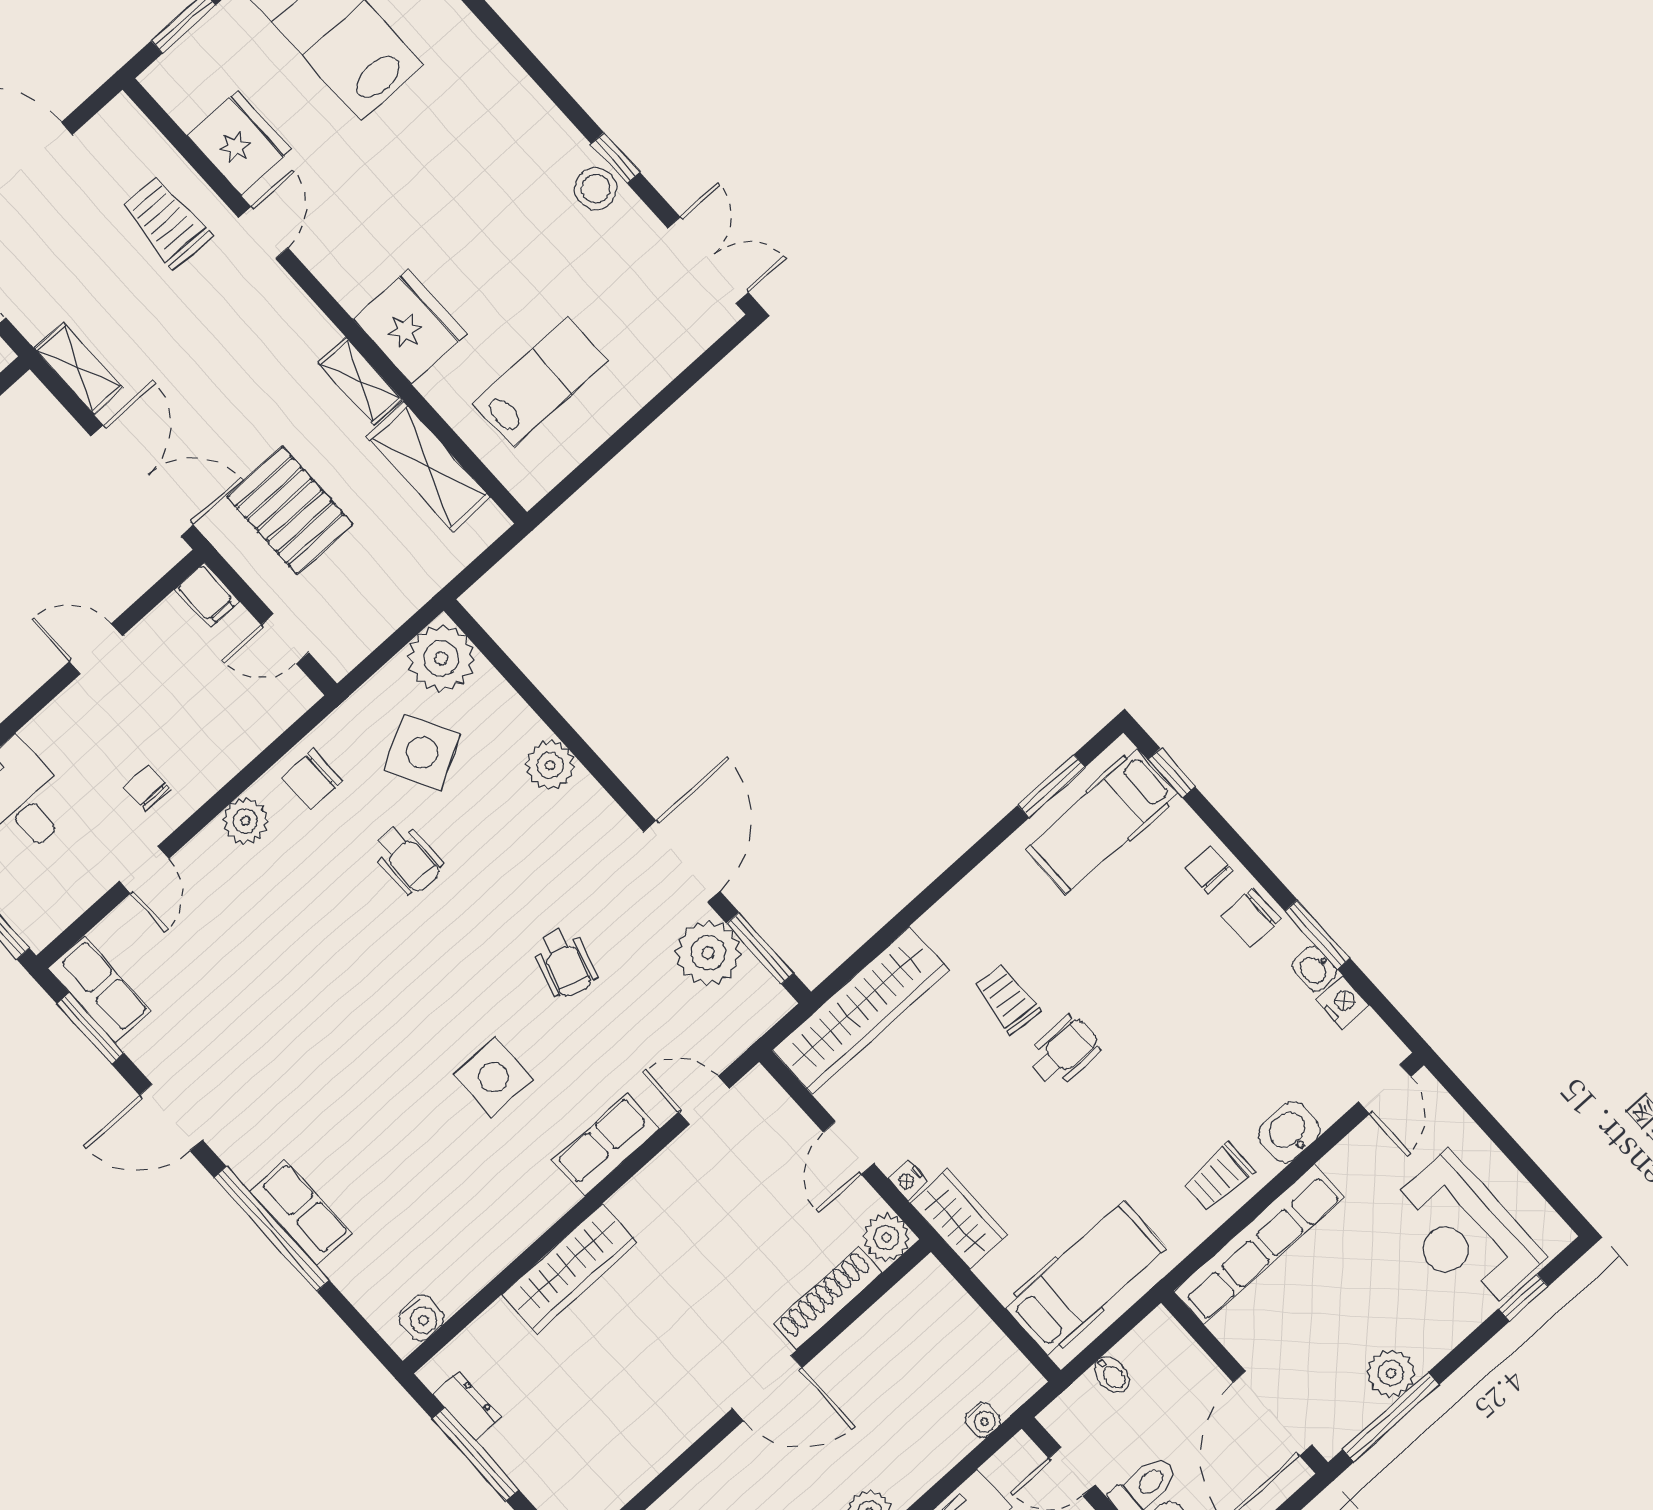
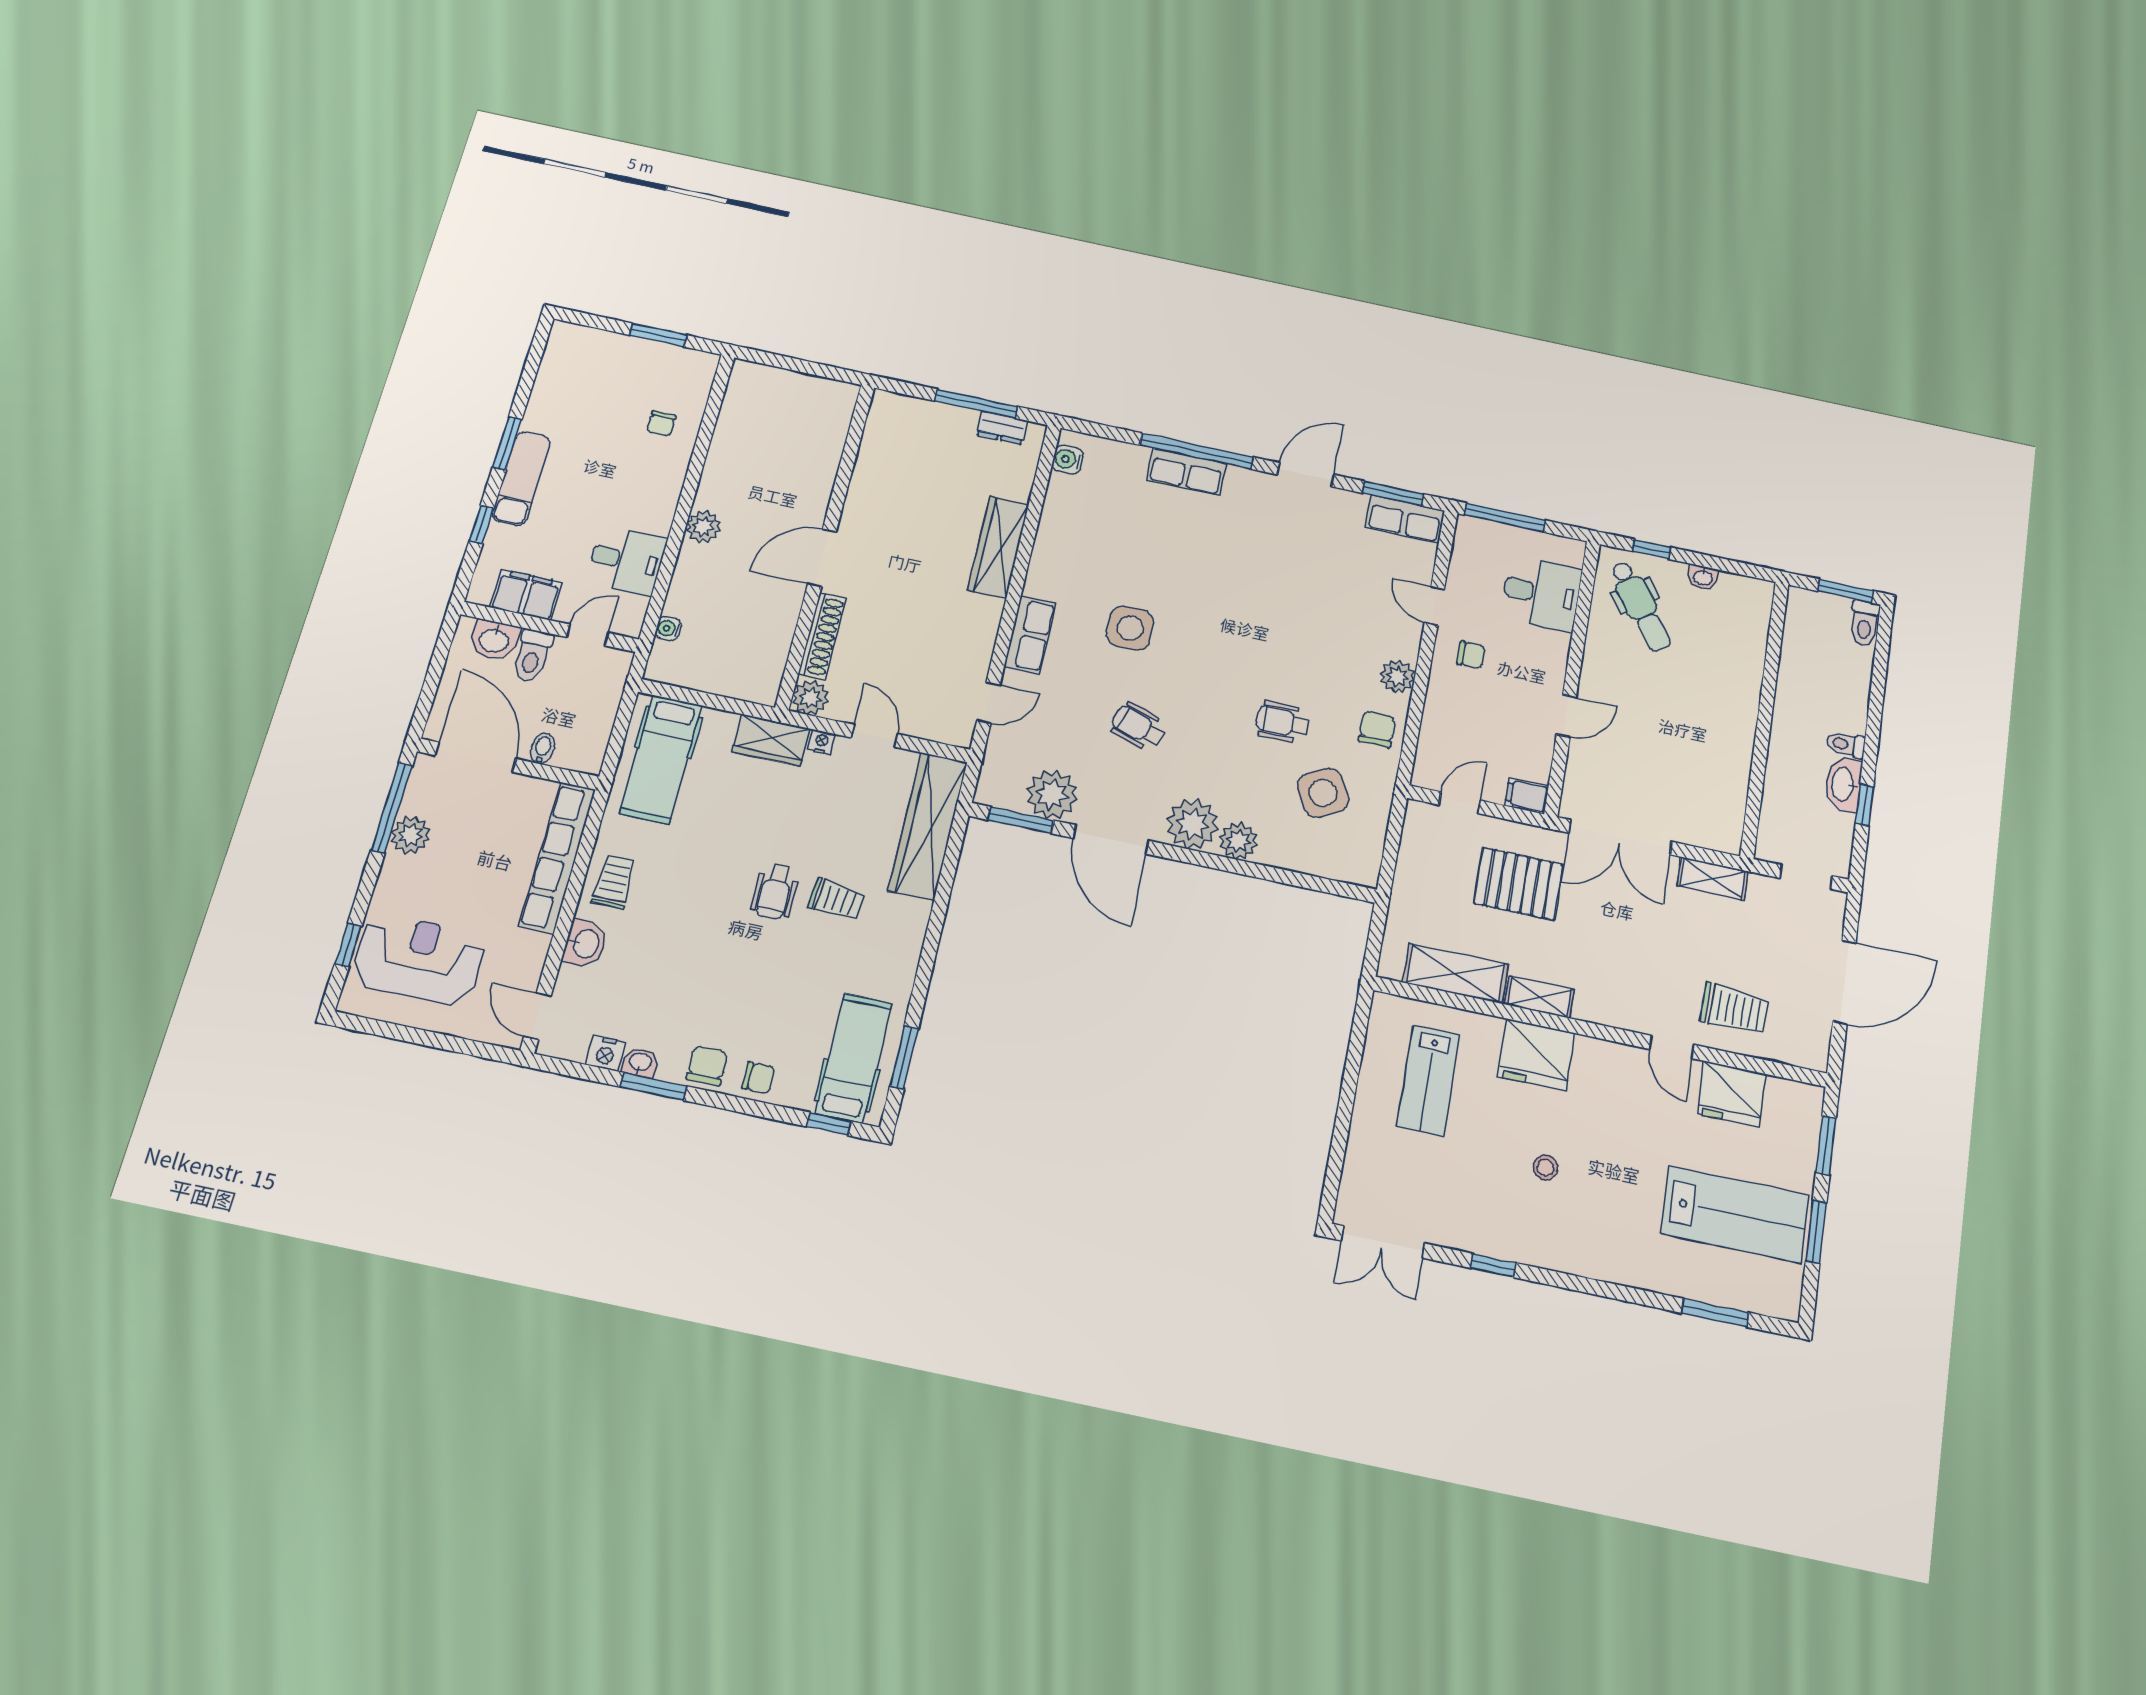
stool: (596, 189) -> (1545, 1168), moved, width x0.73, depth x0.73
plant: (441, 658) -> (1192, 824), moved
bidet: (1112, 1375) -> (543, 748), moved, turned 90

